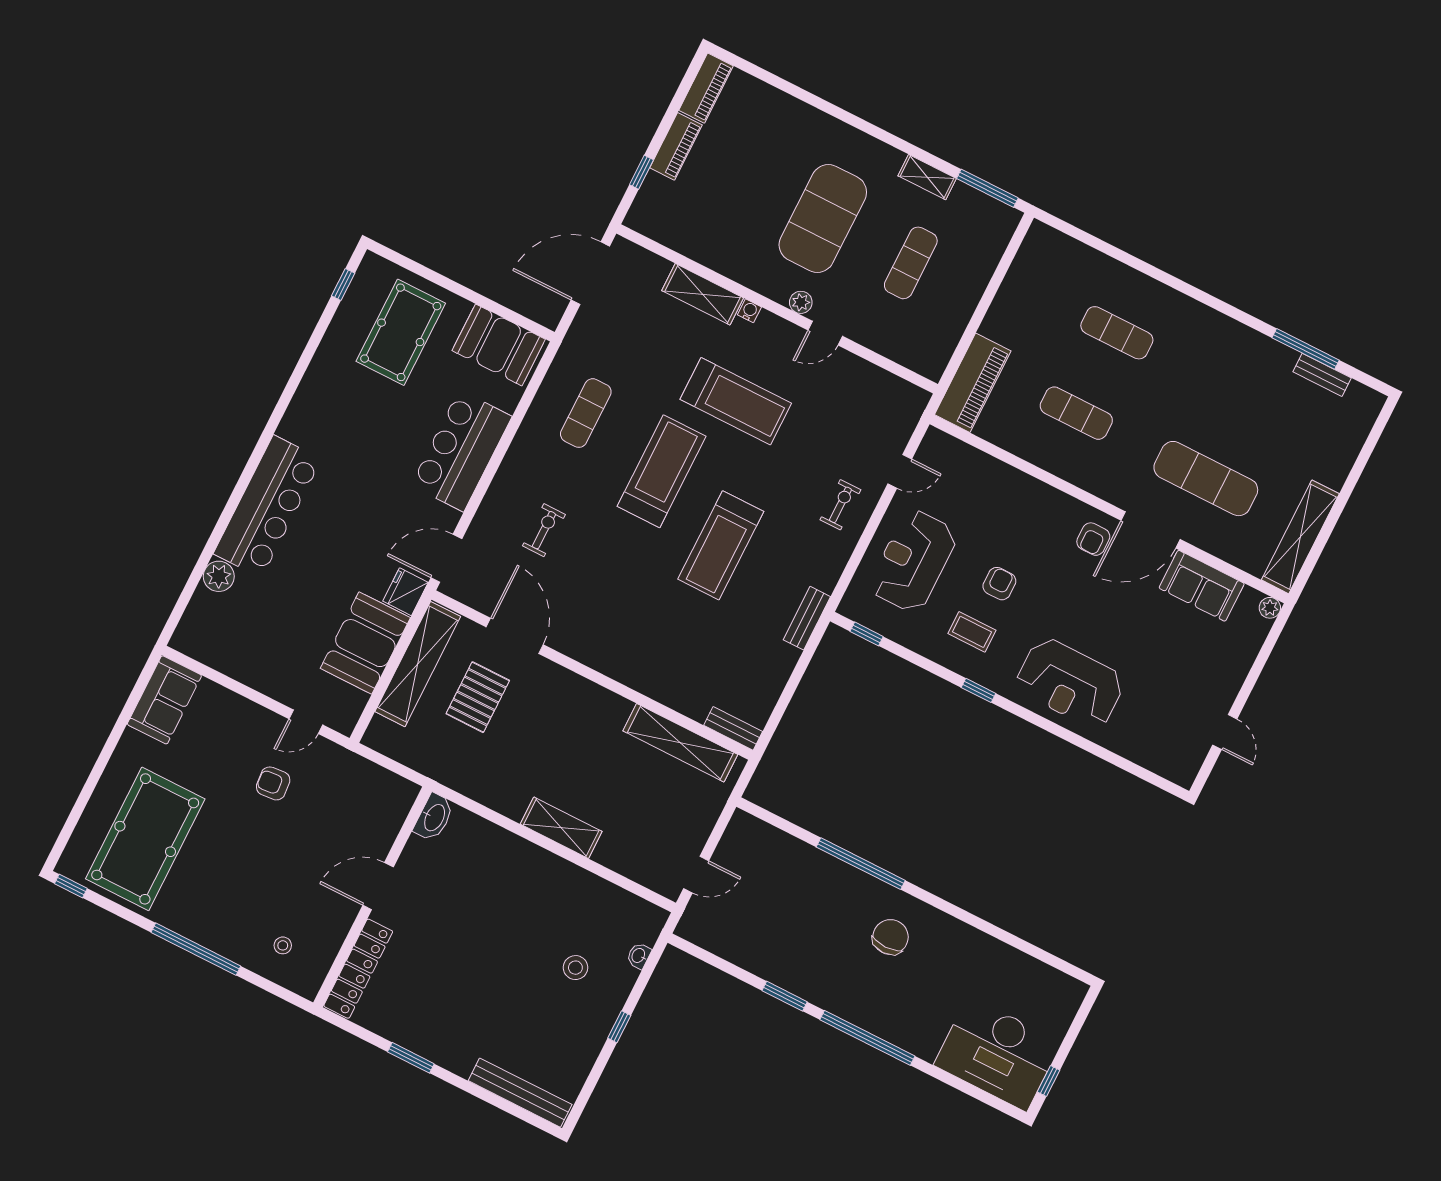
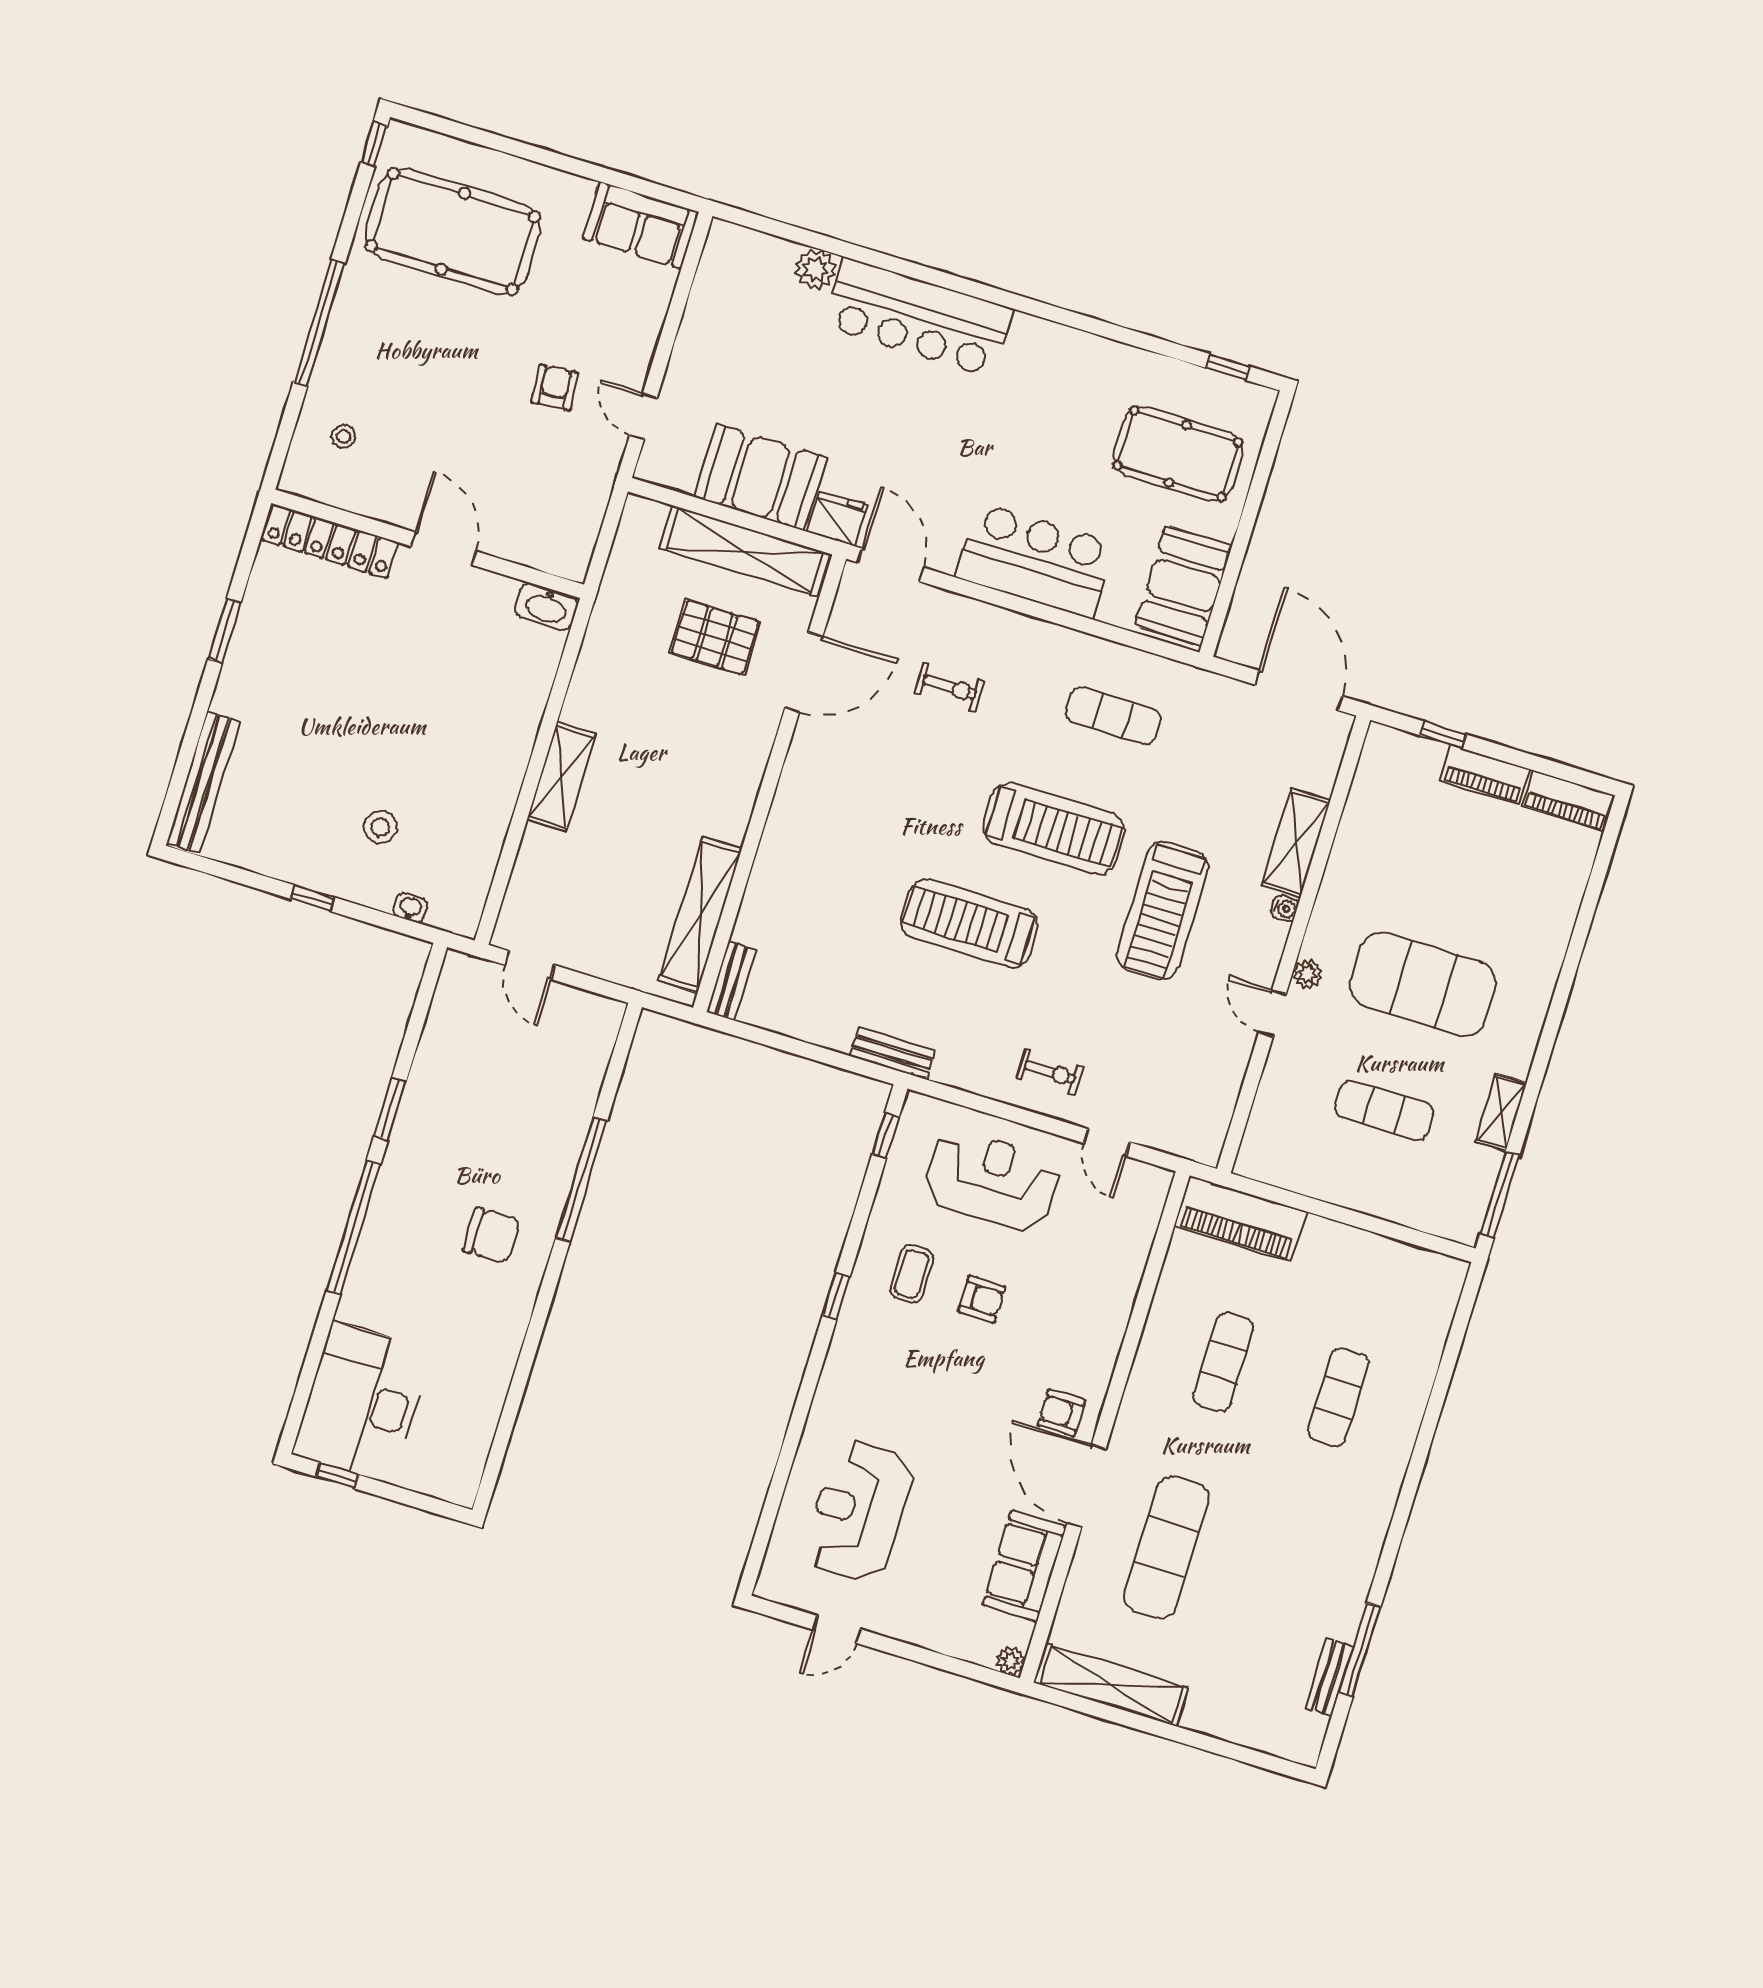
reception desk: (1070, 683) -> (859, 1511), moved

